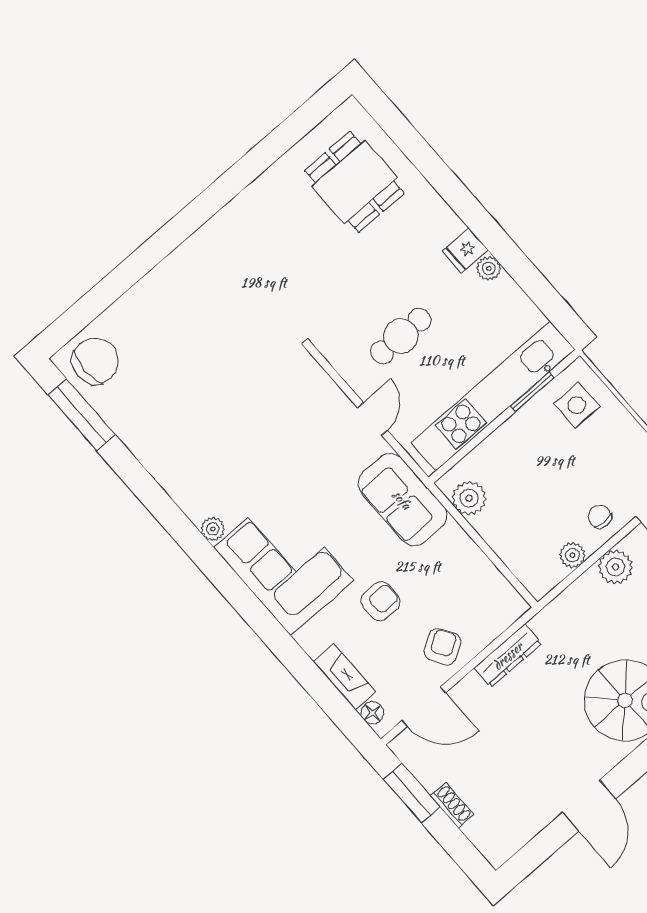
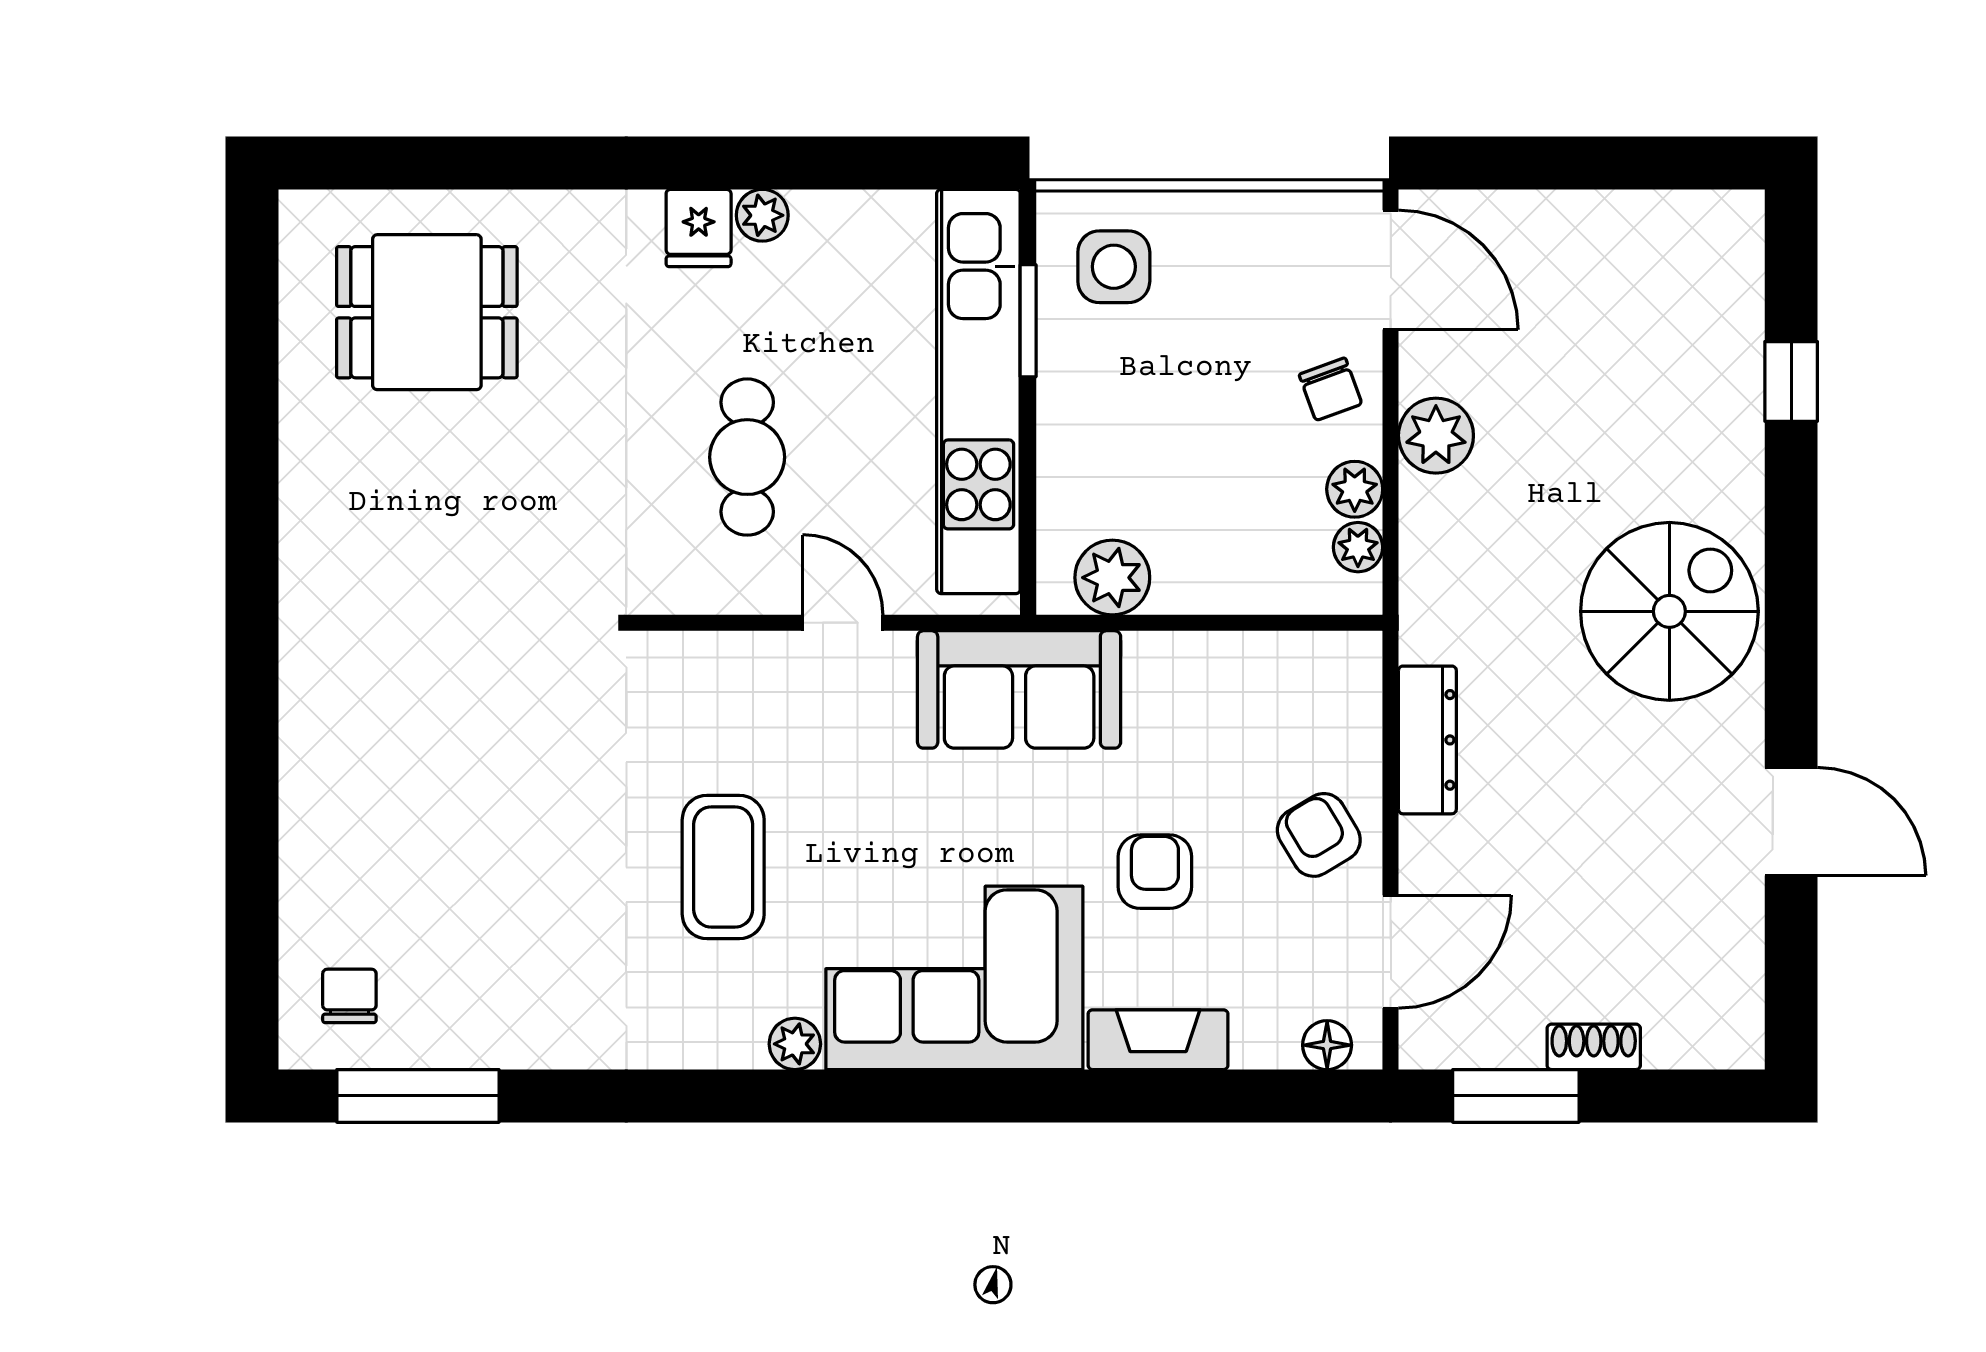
chair: (95, 361) -> (349, 996), width x0.54, depth x0.54
coffee table: (252, 451) -> (723, 867), added
chair: (600, 517) -> (1330, 389), turned -110
plant: (553, 574) -> (1358, 547), added
fireplace: (344, 677) -> (1158, 1040), moved

